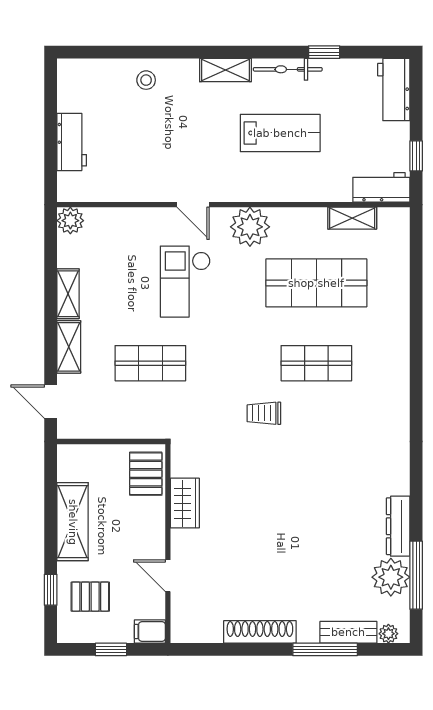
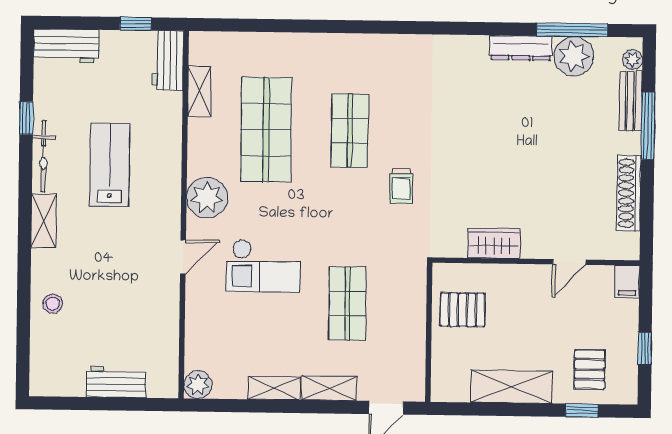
wardrobe: (185, 503) -> (494, 243), moved
wall: (168, 544) -> (536, 262), moved
door: (168, 576) -> (569, 262), moved
filing cabinet: (150, 632) -> (627, 282), moved

